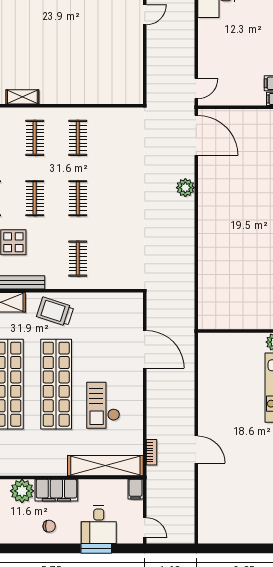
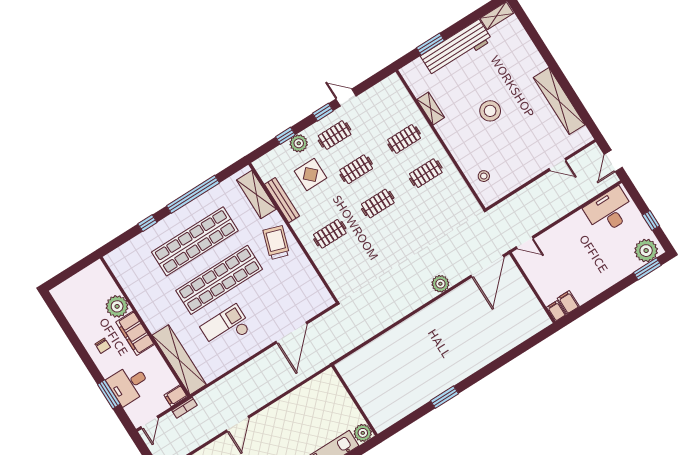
stool: (58, 45) -> (490, 111), added
stool: (113, 87) -> (484, 176), added
bookcase: (151, 452) -> (184, 408), moved

